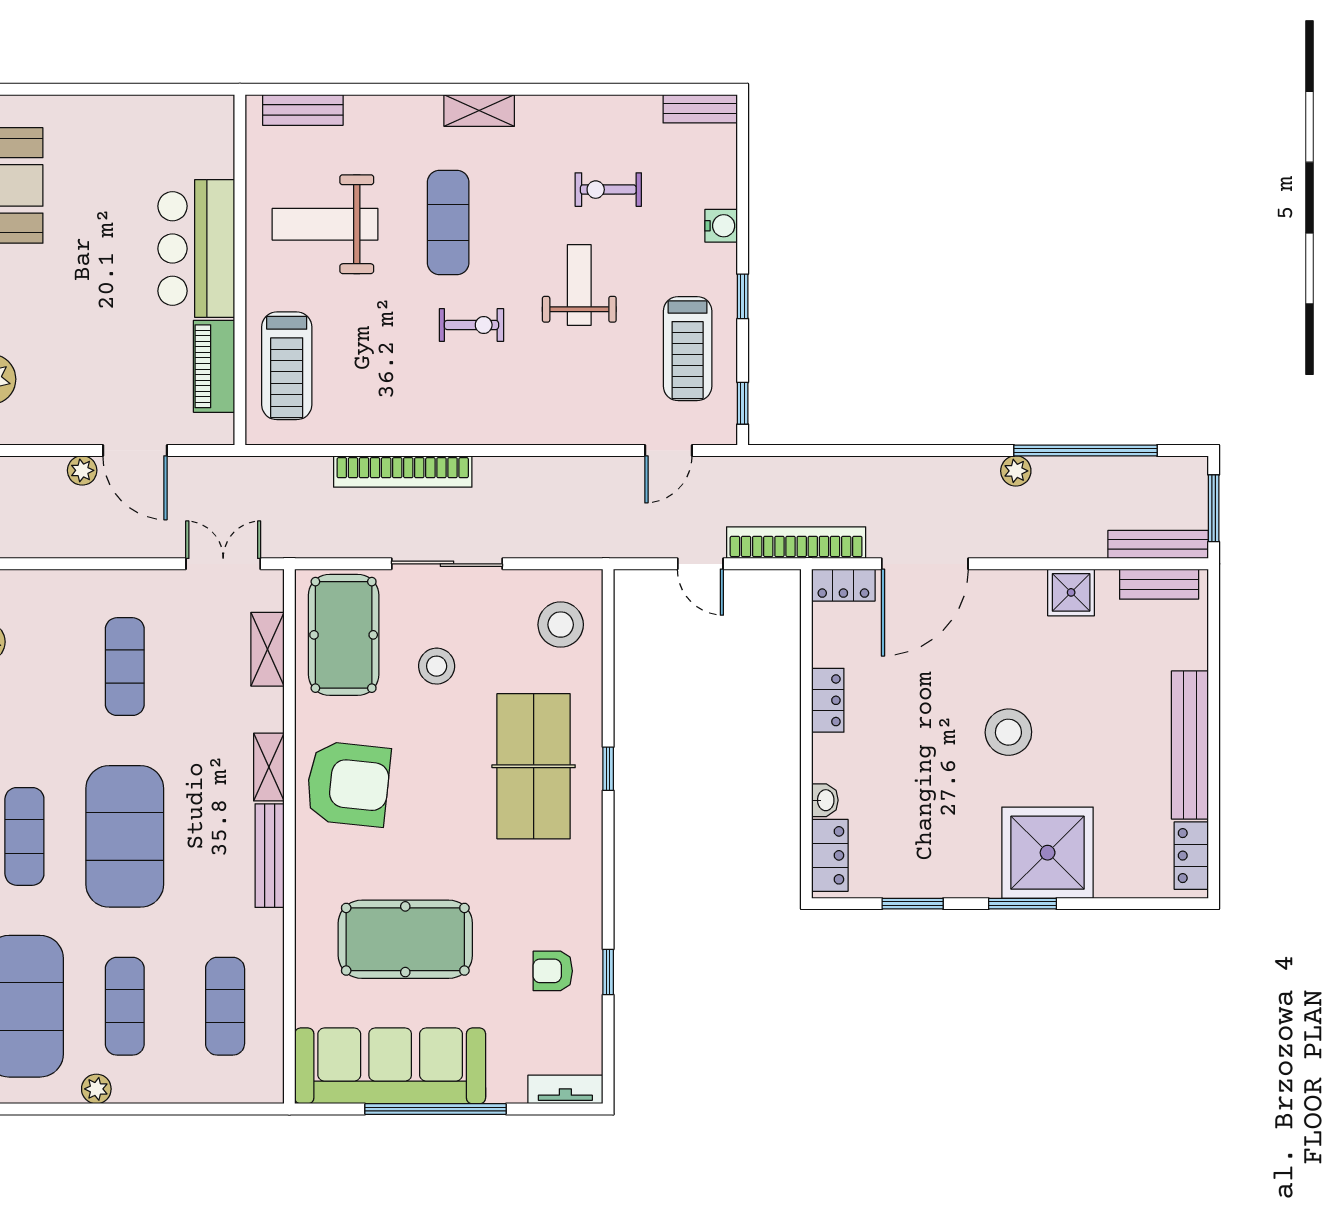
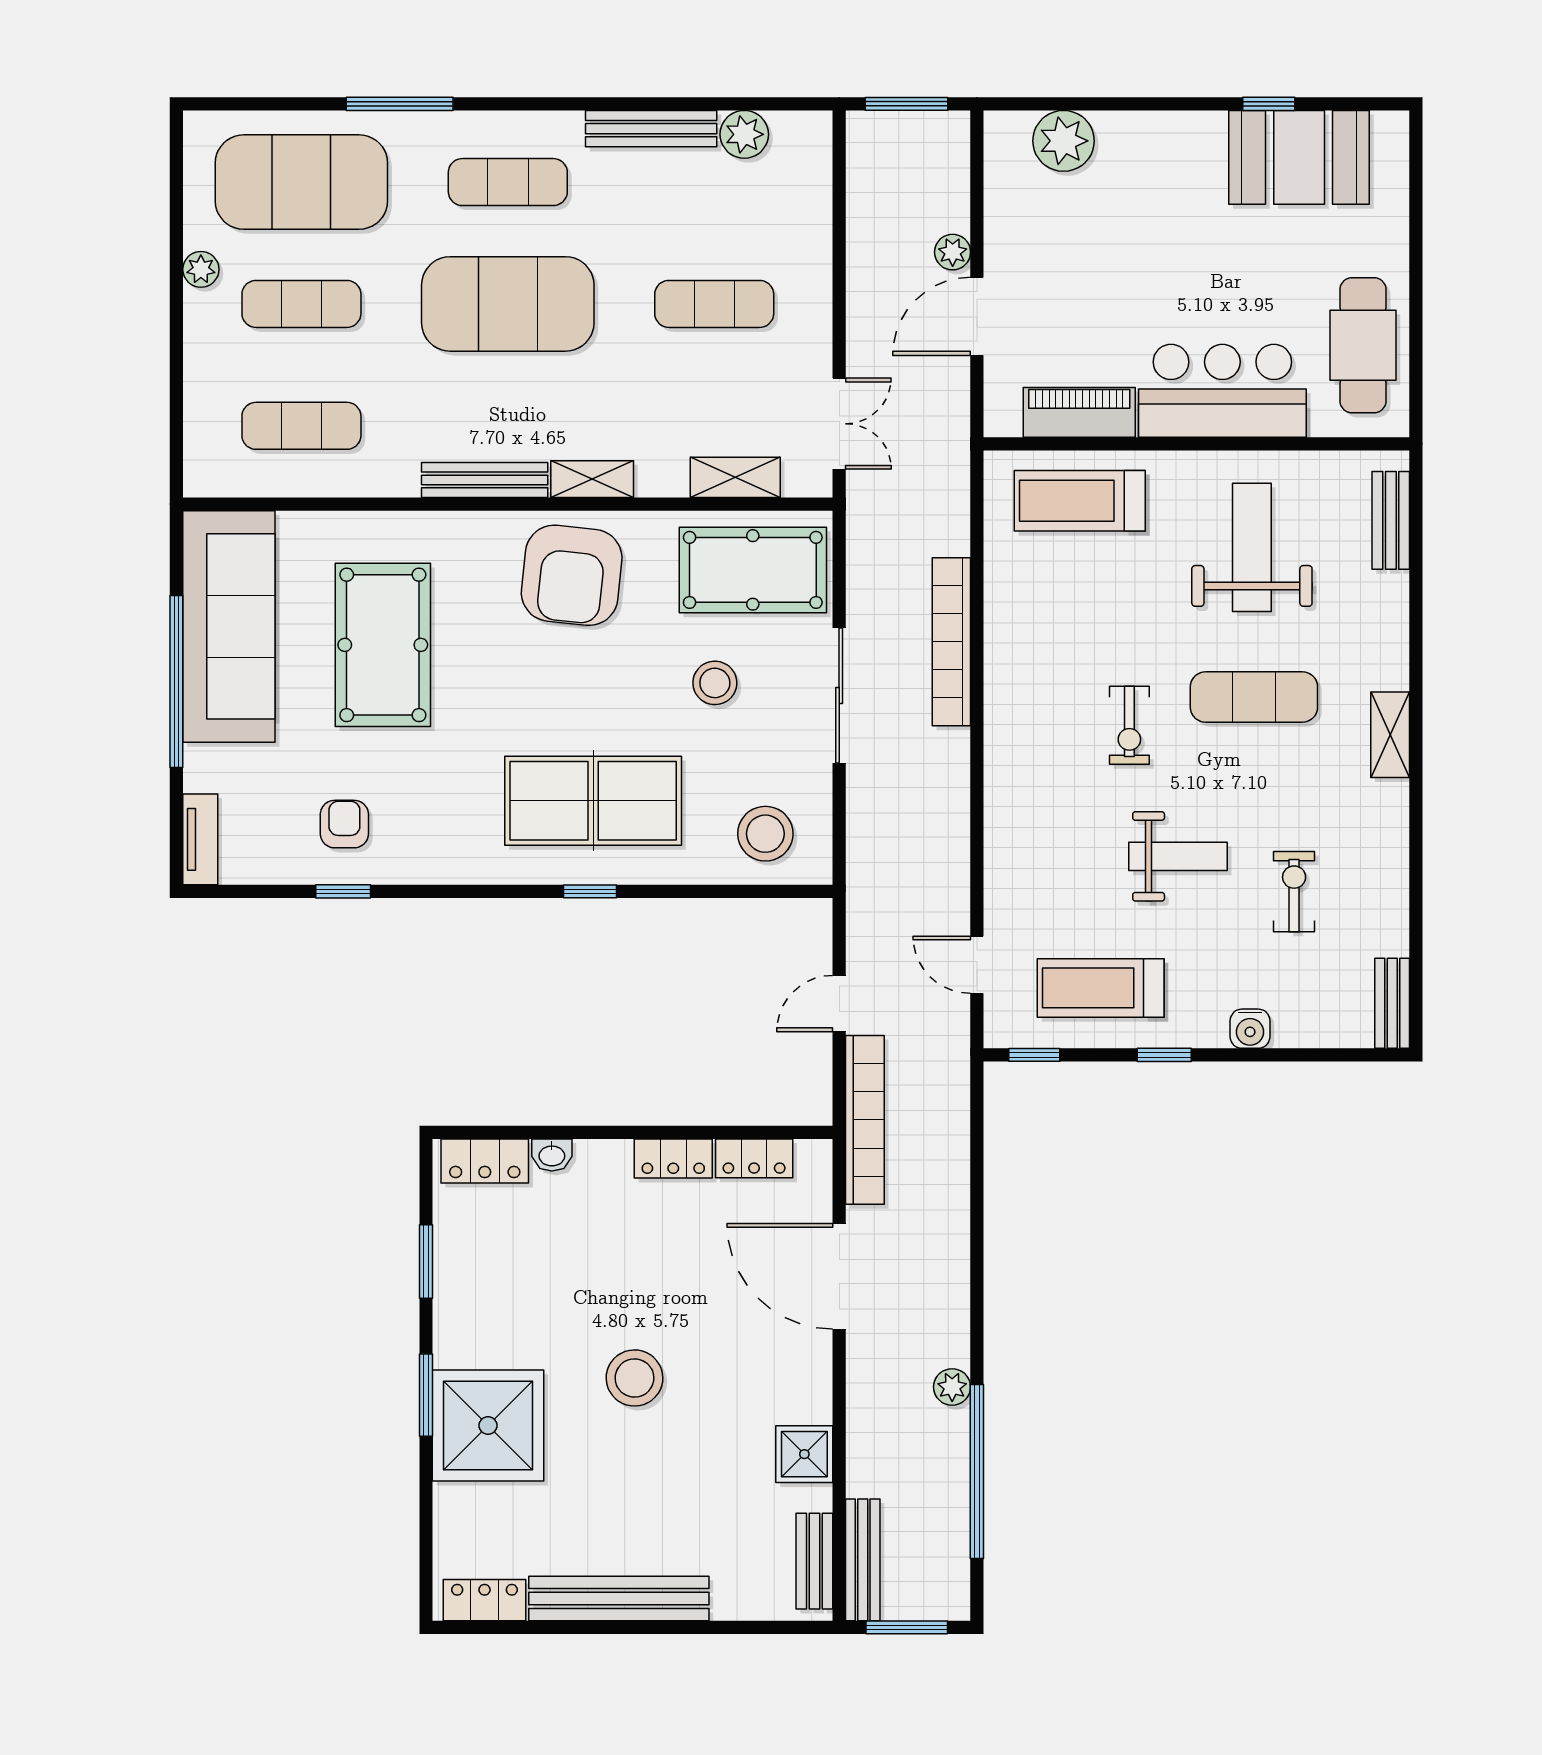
cafe table: (159, 133) -> (1363, 345), added
locker: (843, 585) -> (754, 1158), moved, turned -90

